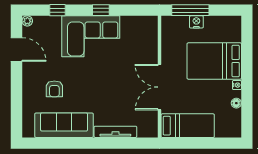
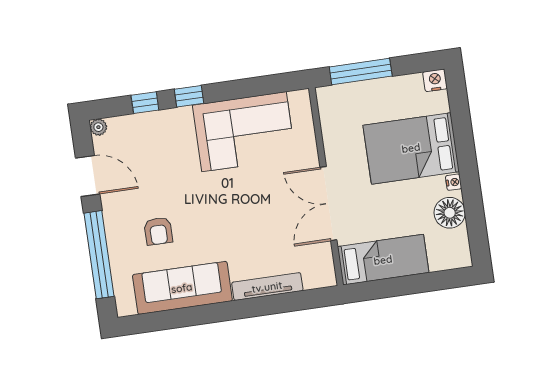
window: (101, 10) -> (189, 96), moved
nightstand: (196, 22) -> (435, 80), moved
corner sofa: (91, 36) -> (244, 132), moved
window: (17, 98) -> (99, 255), added
floor lamp: (236, 103) -> (450, 213), width x1.89, depth x1.89

